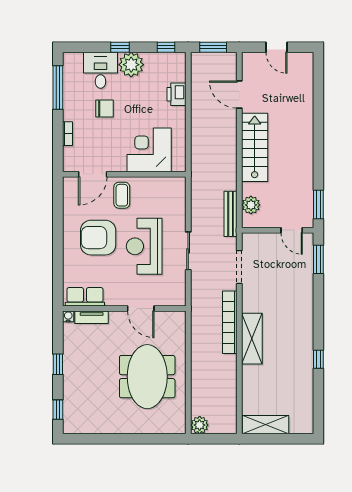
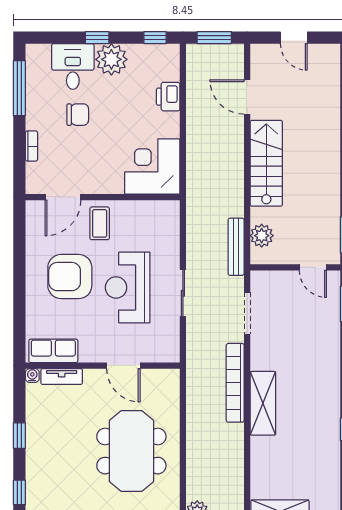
corner desk: (149, 150) -> (152, 166), moved

